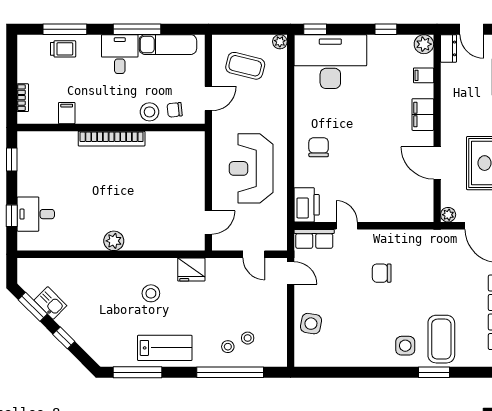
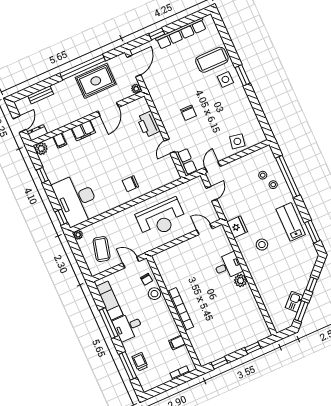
printer: (307, 205) -> (148, 124), moved, turned -90
desk: (36, 214) -> (228, 266), moved, turned -90
window: (137, 372) -> (312, 232), width x0.69
window: (434, 372) -> (243, 75), moved

